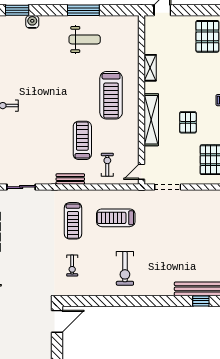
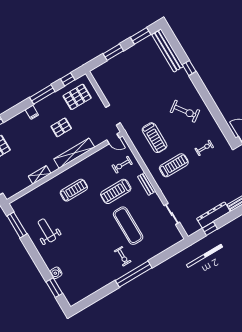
window: (83, 10) -> (17, 225), moved
treadmill: (111, 95) -> (74, 190), width x0.73, depth x0.73
exercise mat: (37, 131) -> (128, 226), added
exercise bike: (125, 268) -> (185, 111), turned 54
window: (201, 301) -> (189, 68), moved

